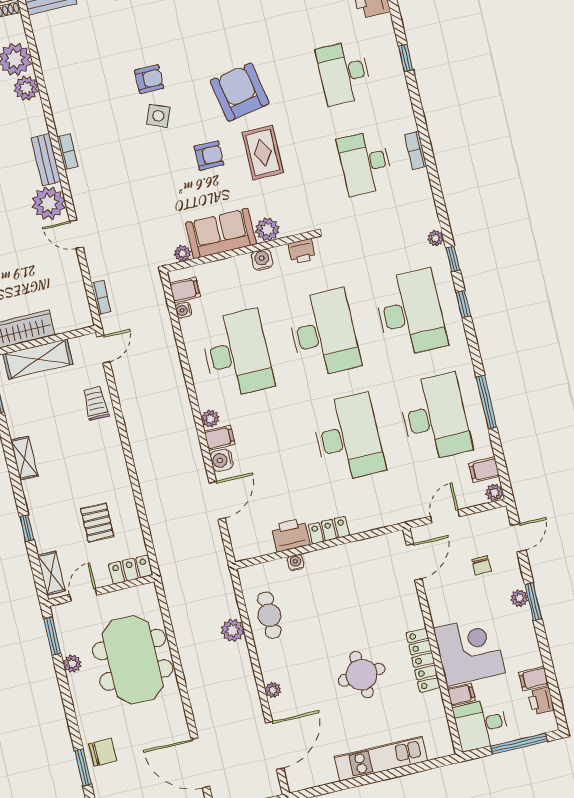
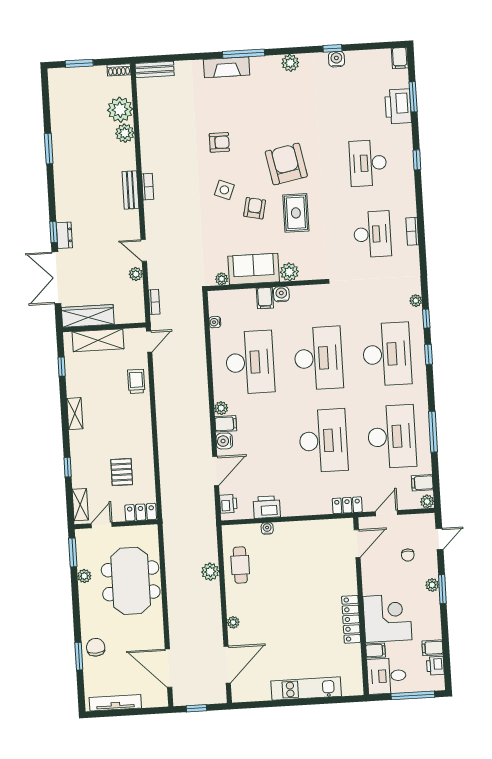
side table: (158, 116) -> (224, 190), moved
armchair: (209, 156) -> (255, 208), turned -78
desk: (365, 163) -> (372, 234), turned 180
plant: (49, 203) -> (136, 274), moved, width x0.53, depth x0.53
printer: (302, 251) -> (228, 504), moved, turned -90
filing cabinet: (185, 290) -> (265, 298), moved, turned 90
locker: (329, 530) -> (347, 505), moved
round table: (362, 675) -> (302, 622), removed
chair: (103, 752) -> (96, 647), turned -92

